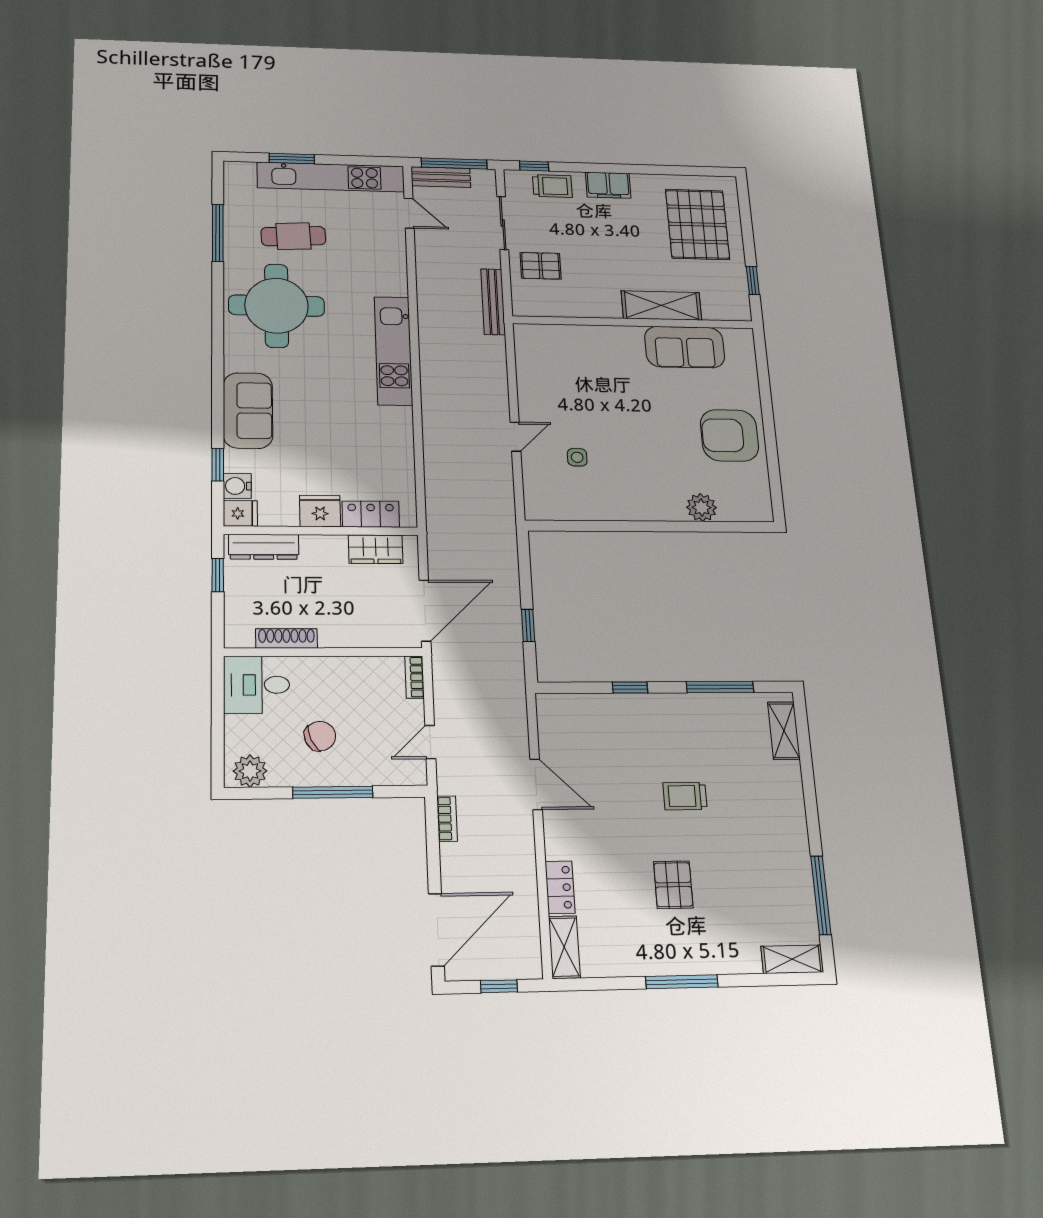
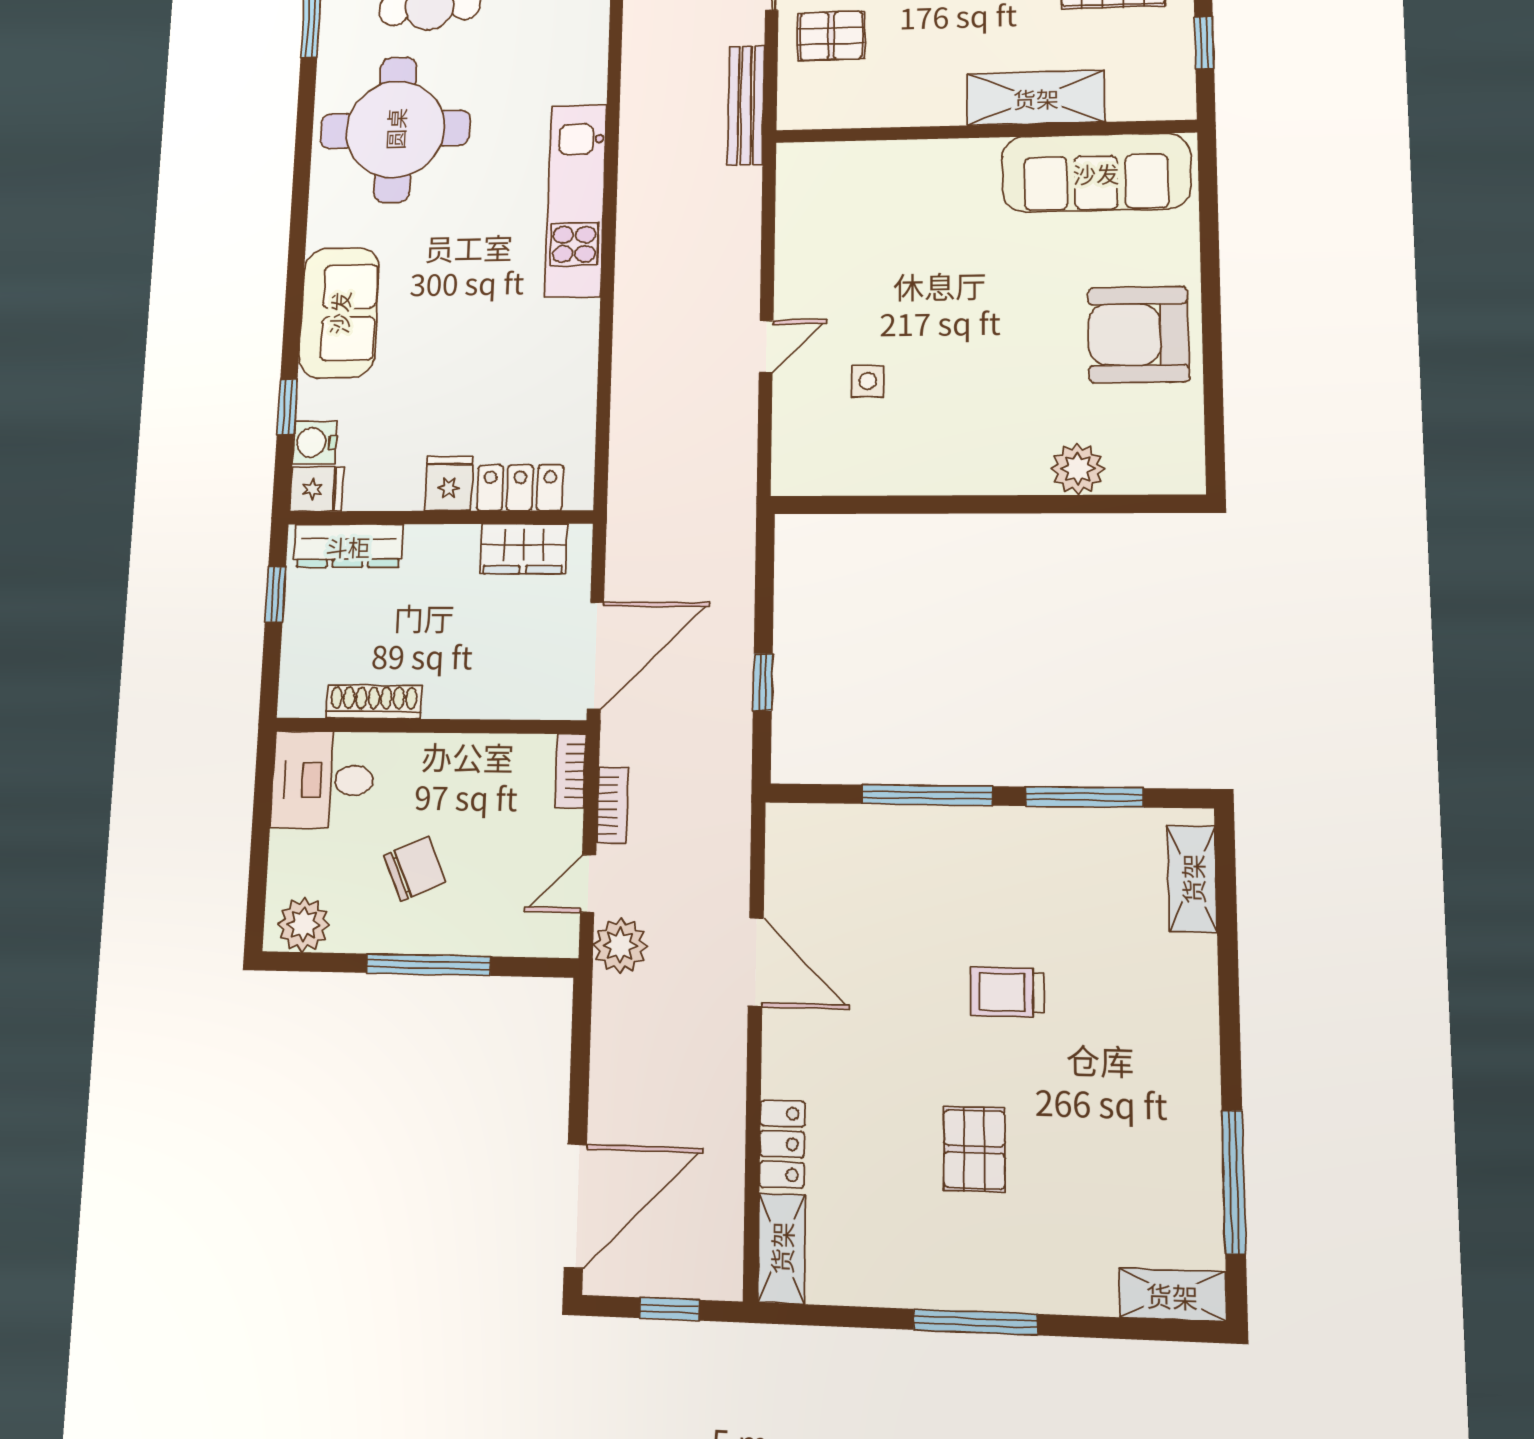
sofa: (685, 347) -> (1096, 173), width x1.36
fridge: (320, 511) -> (449, 483), width x0.72
window: (630, 687) -> (927, 795), width x2.17
plant: (453, 777) -> (620, 946), added
bookcase: (447, 819) -> (612, 805), moved

